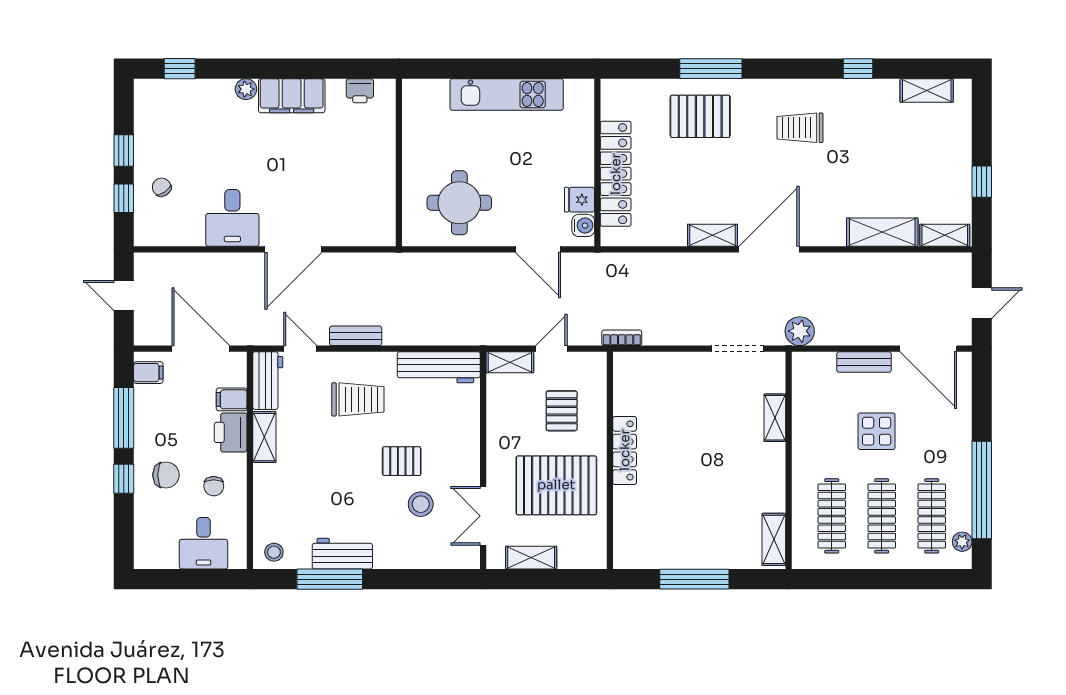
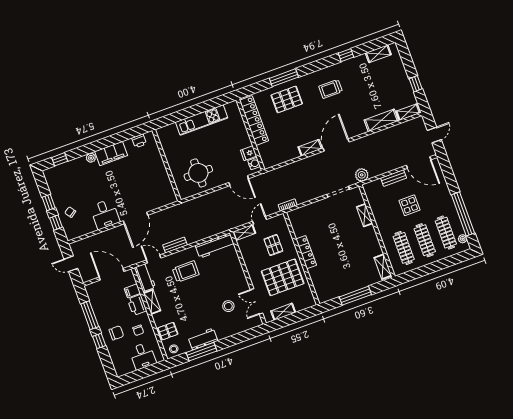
locker: (616, 174) -> (254, 121), moved
filing cabinet: (148, 373) -> (93, 292), removed
pallet: (402, 461) -> (168, 331), moved

